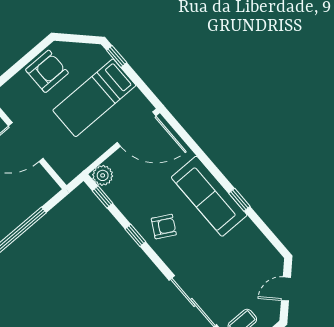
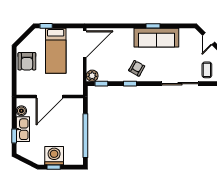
armchair: (47, 71) -> (27, 61), turned 180
sofa: (209, 196) -> (156, 38), moved

